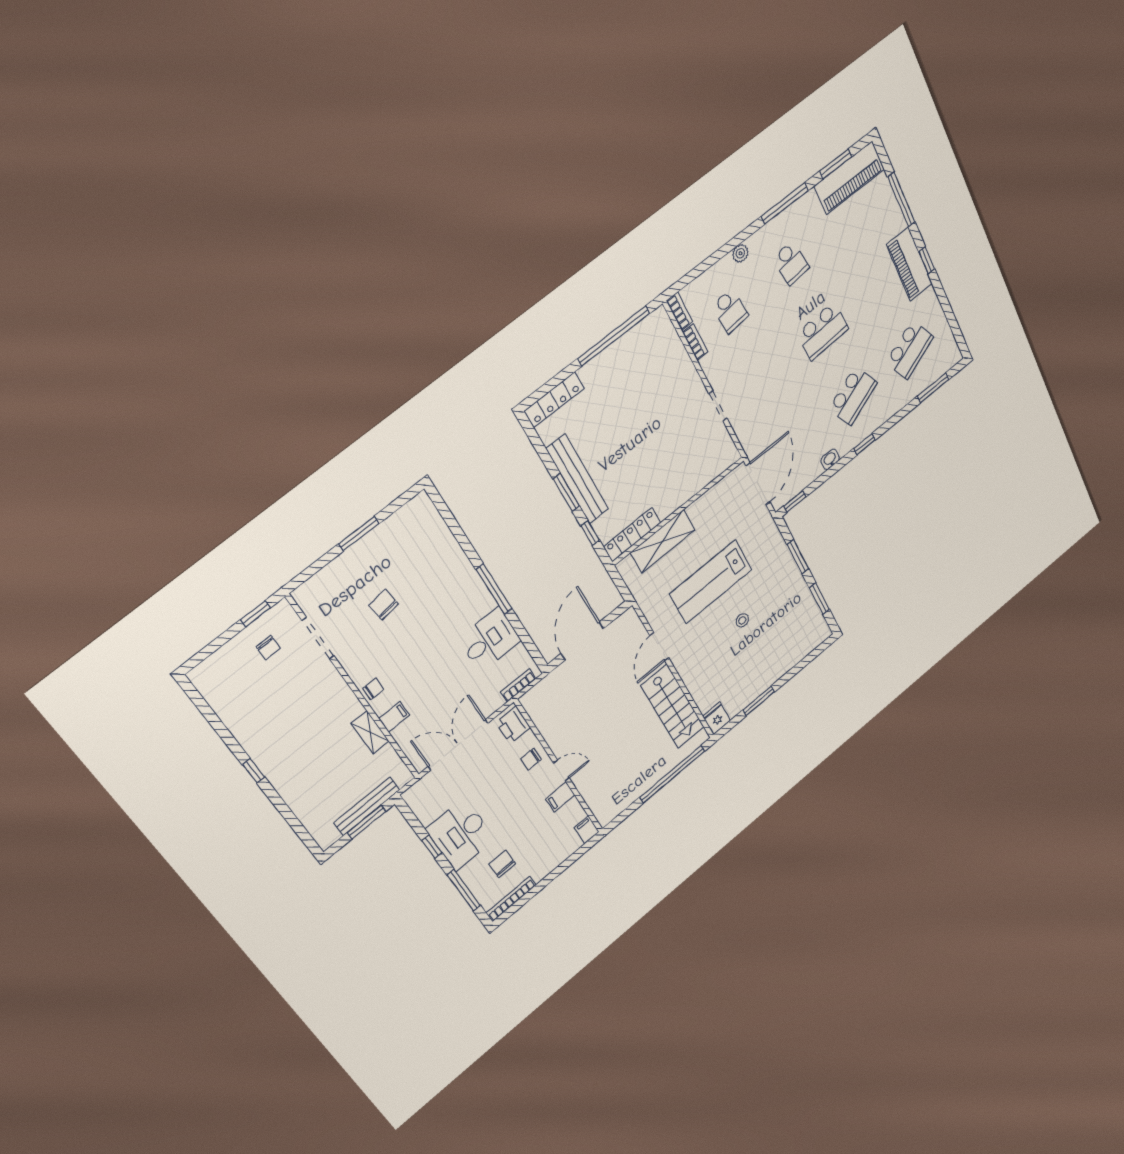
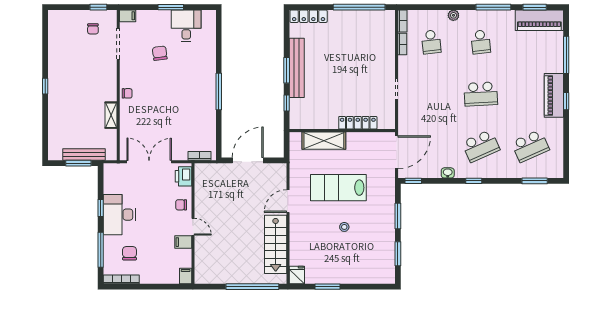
locker: (632, 535) -> (358, 123), moved
desk: (490, 640) -> (186, 26), moved, turned -90
filing cabinet: (394, 717) -> (128, 16), moved

